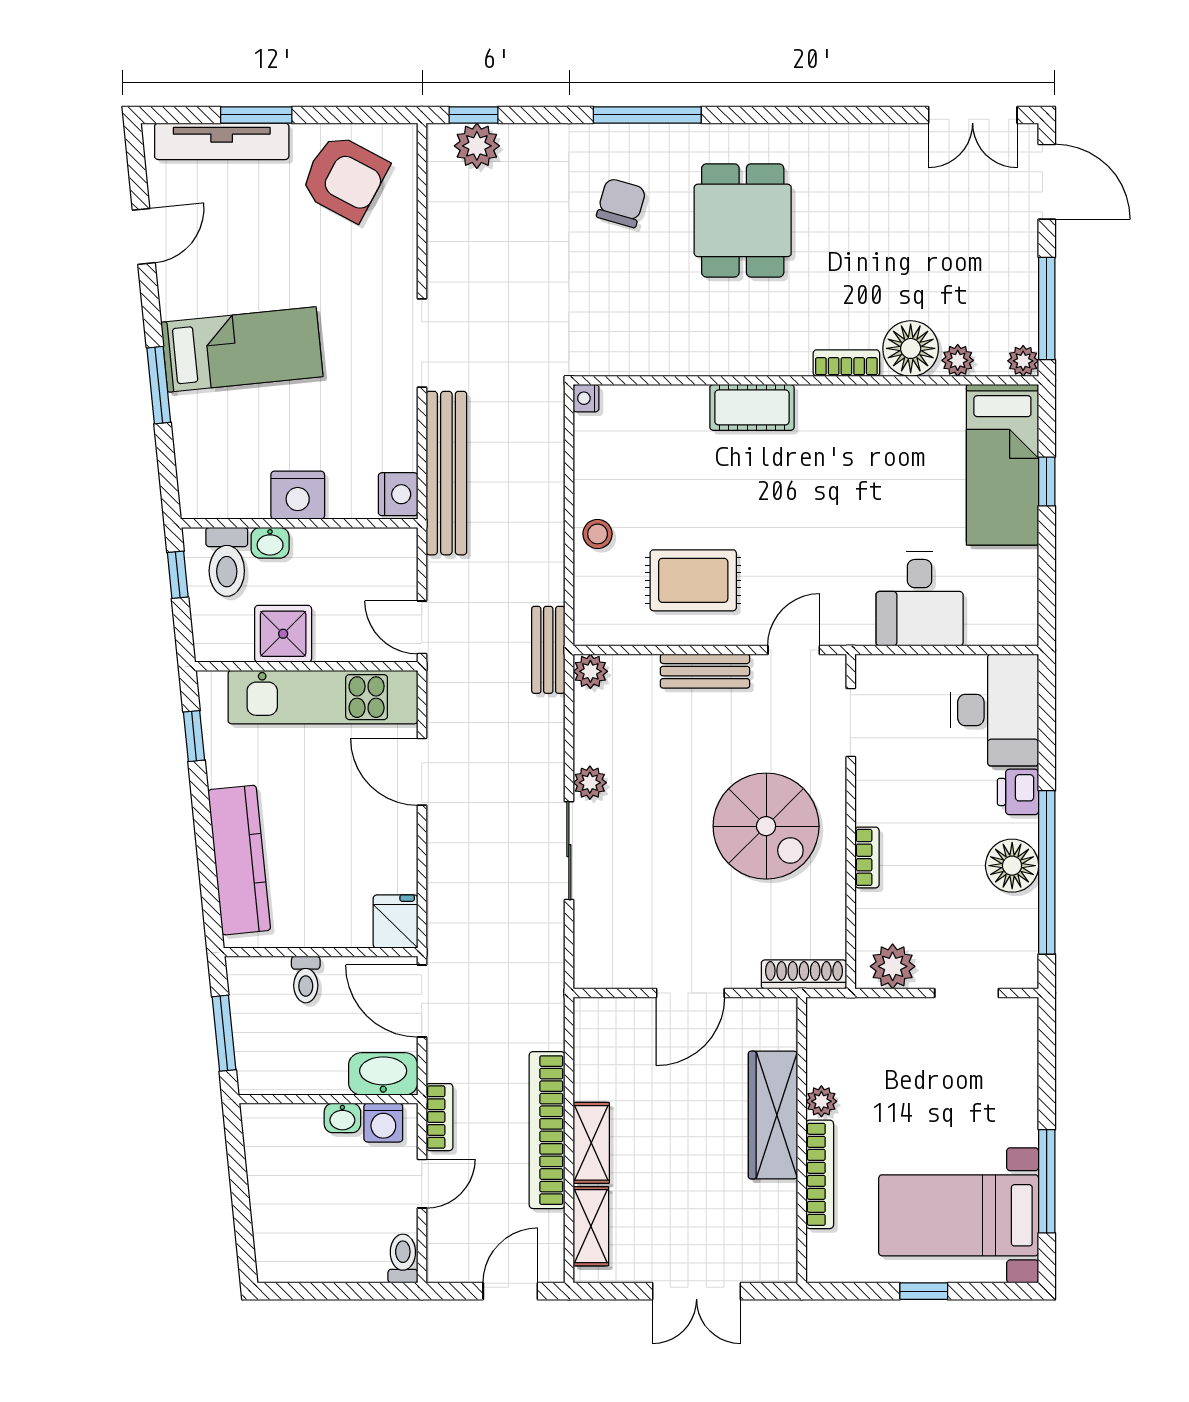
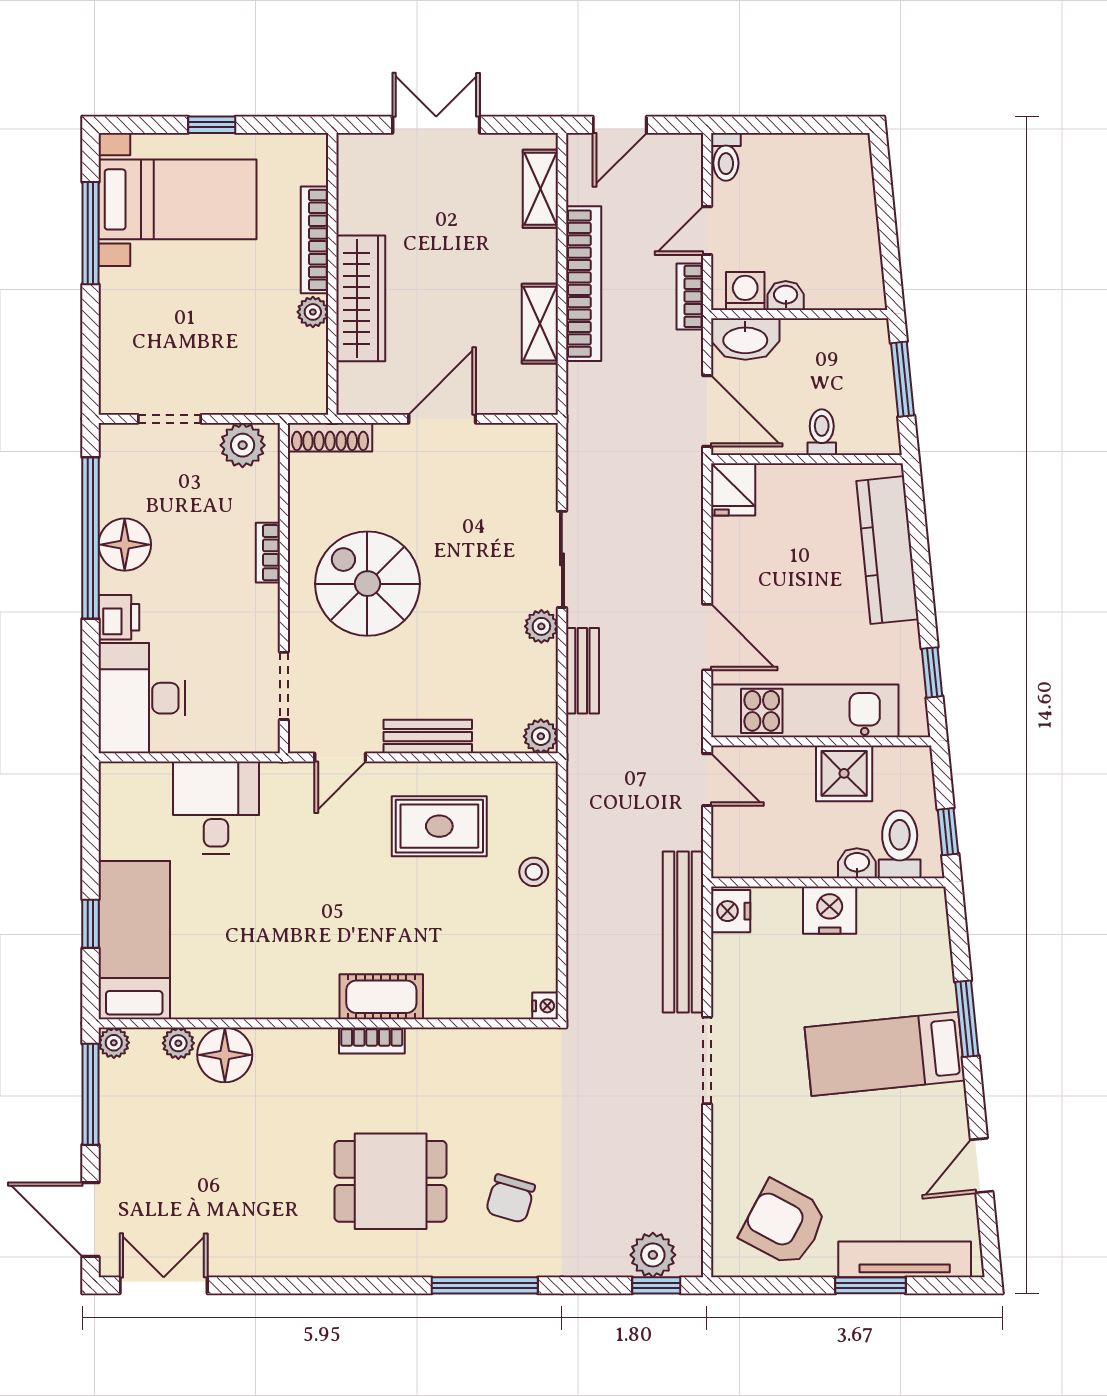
dining table: (743, 220) -> (391, 1181), turned 90
bookcase: (846, 363) -> (372, 1041), moved
bench: (548, 650) -> (582, 671), moved
shelving: (591, 1143) -> (540, 324), moved

